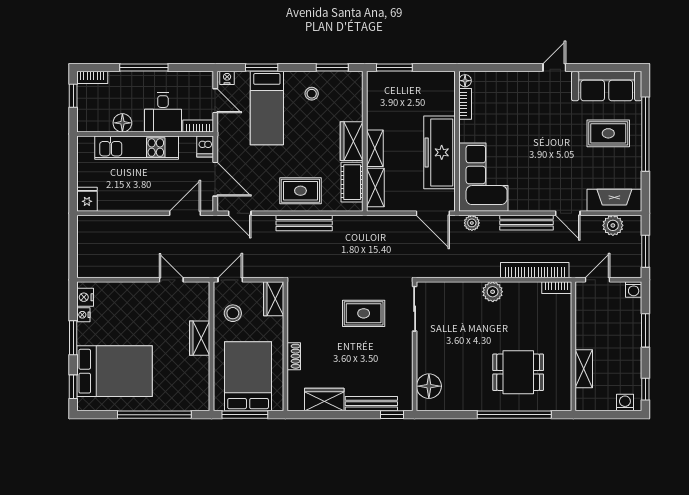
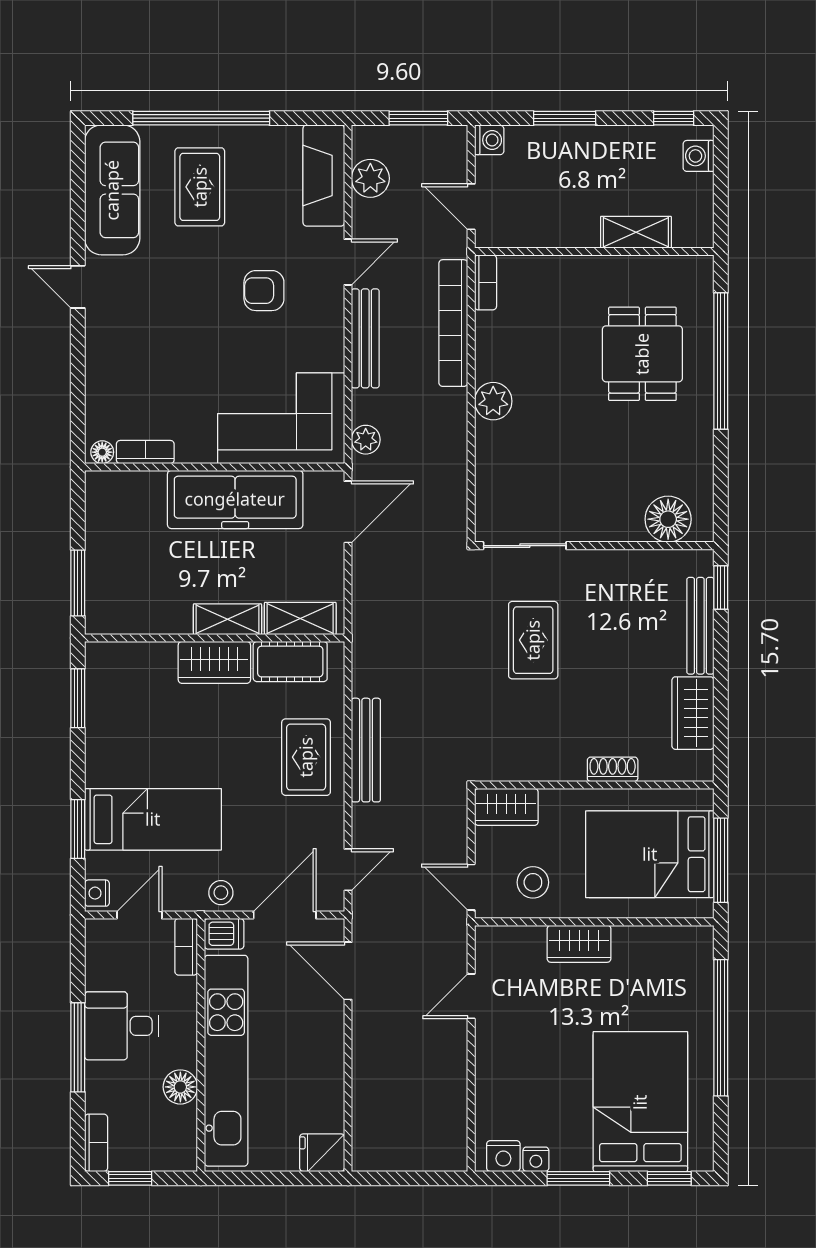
stool: (312, 94) -> (221, 893), moved
desk: (163, 112) -> (121, 1026), moved, turned 180
kitchen unit: (137, 148) -> (226, 1061), width x1.36
armchair: (552, 168) -> (264, 291), added

